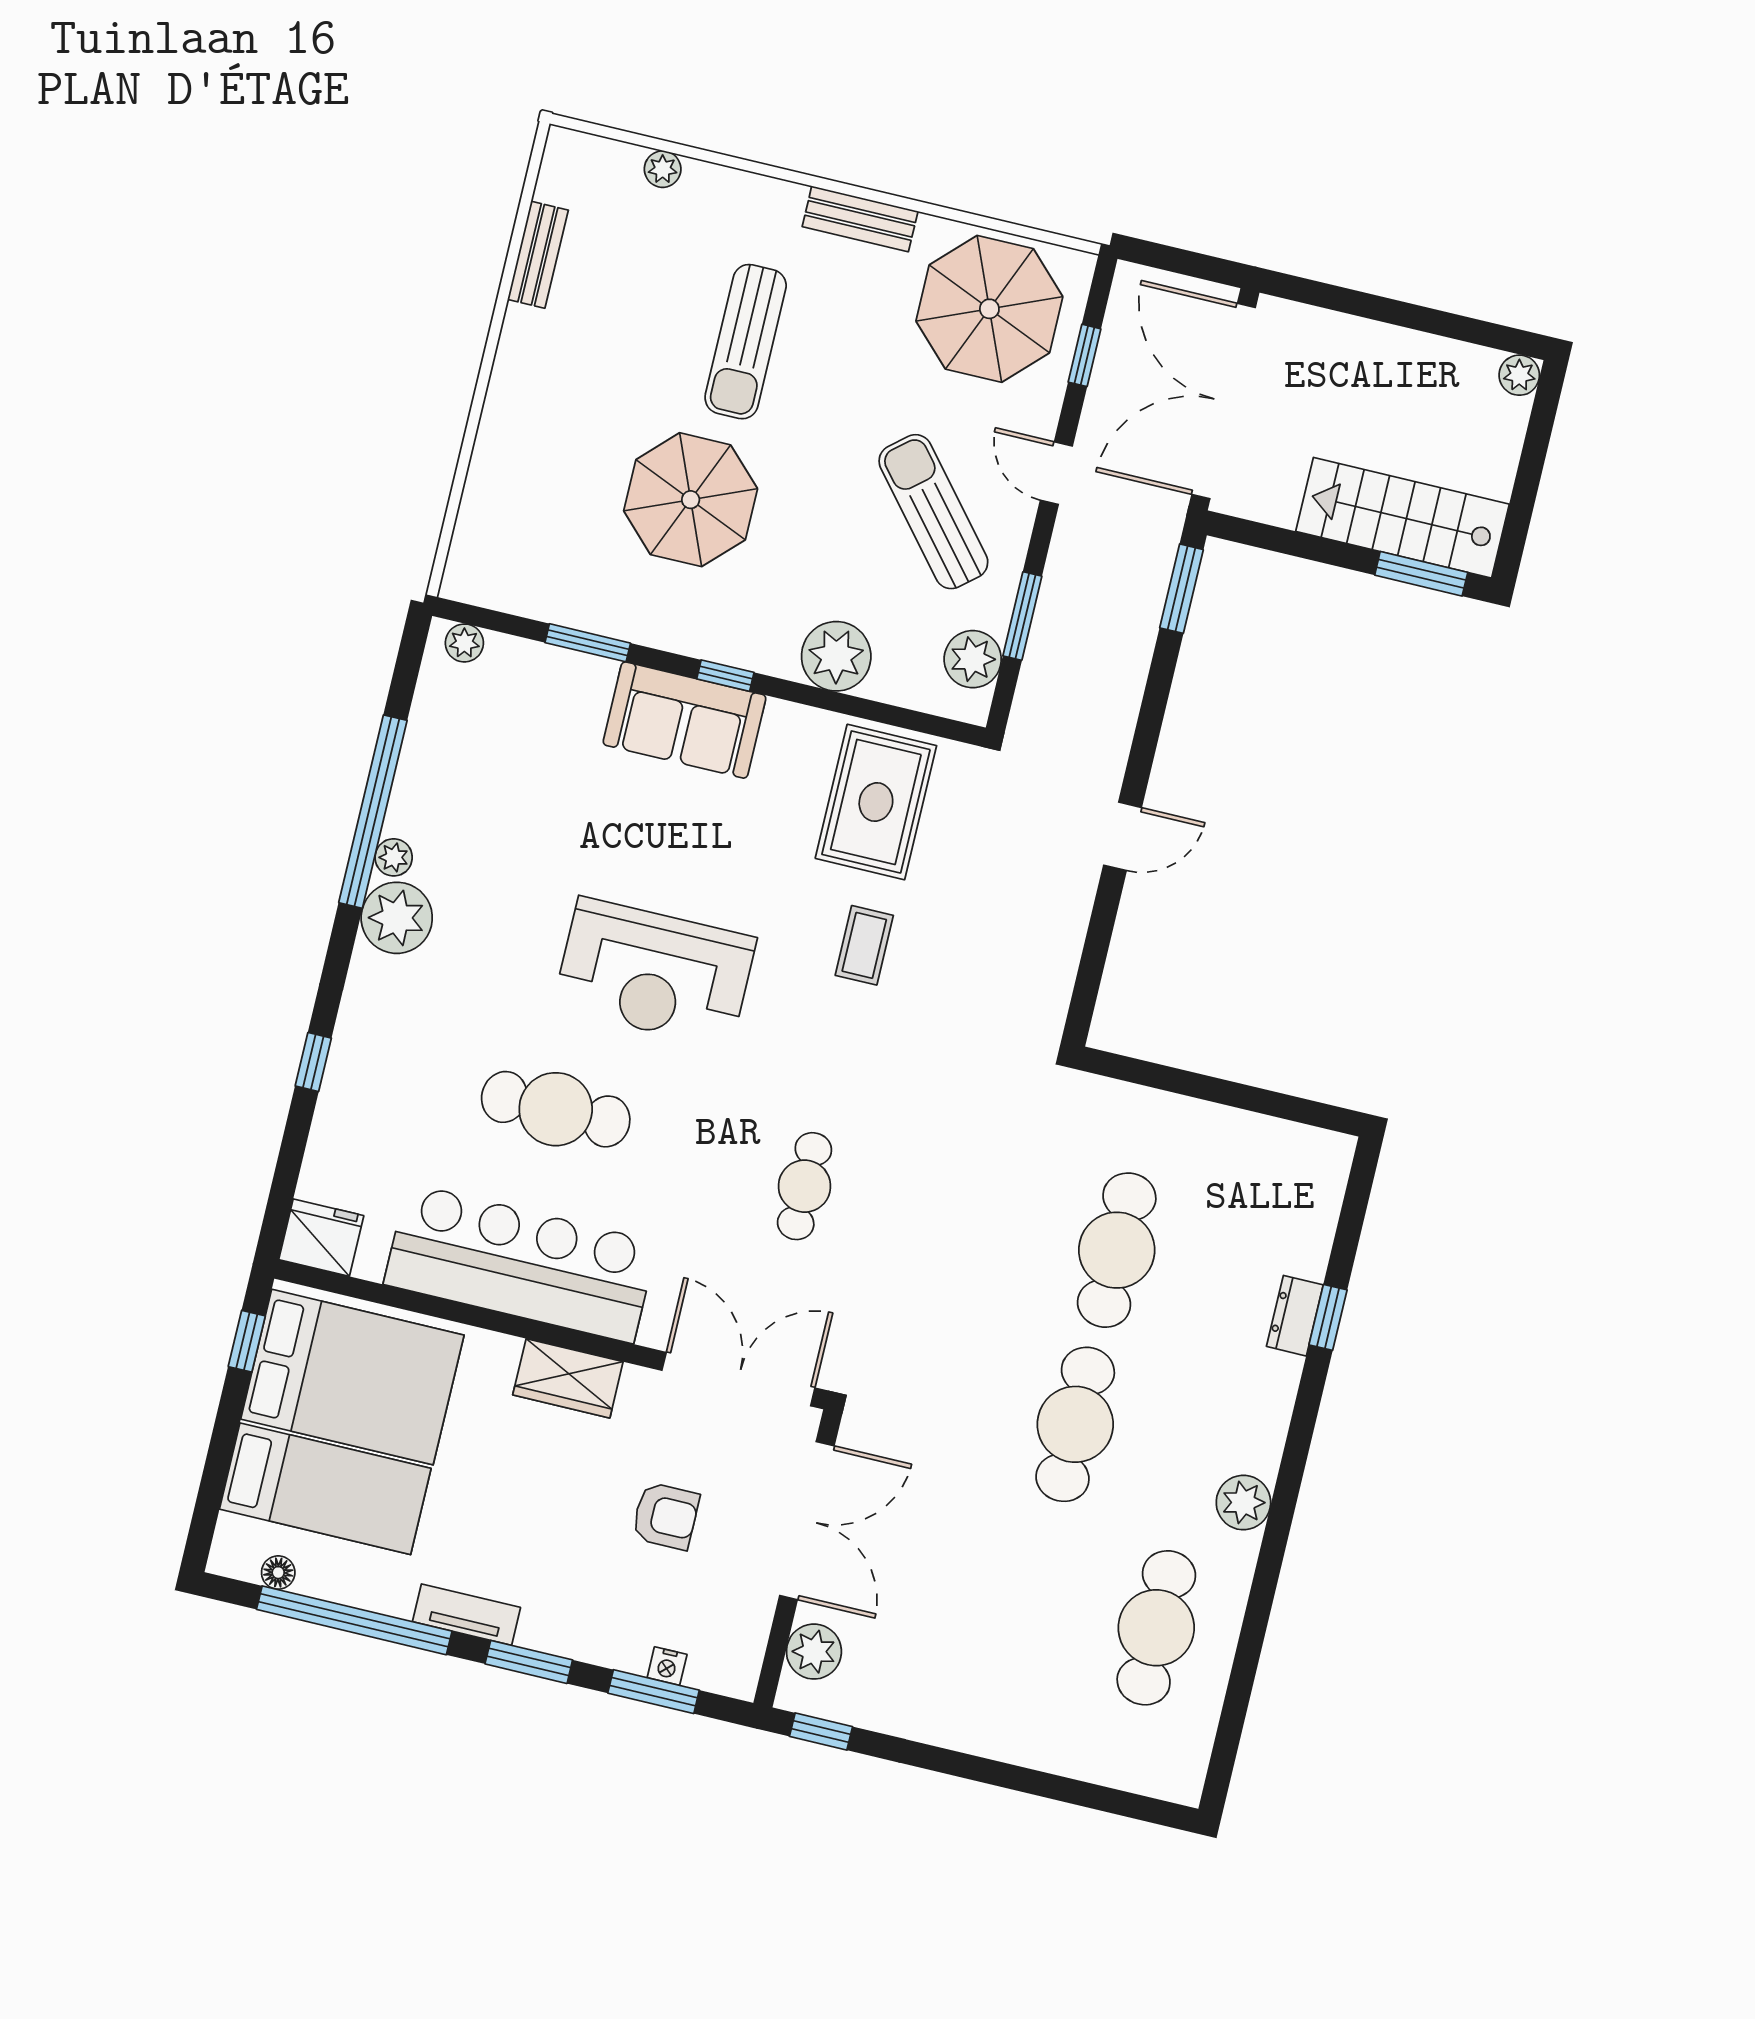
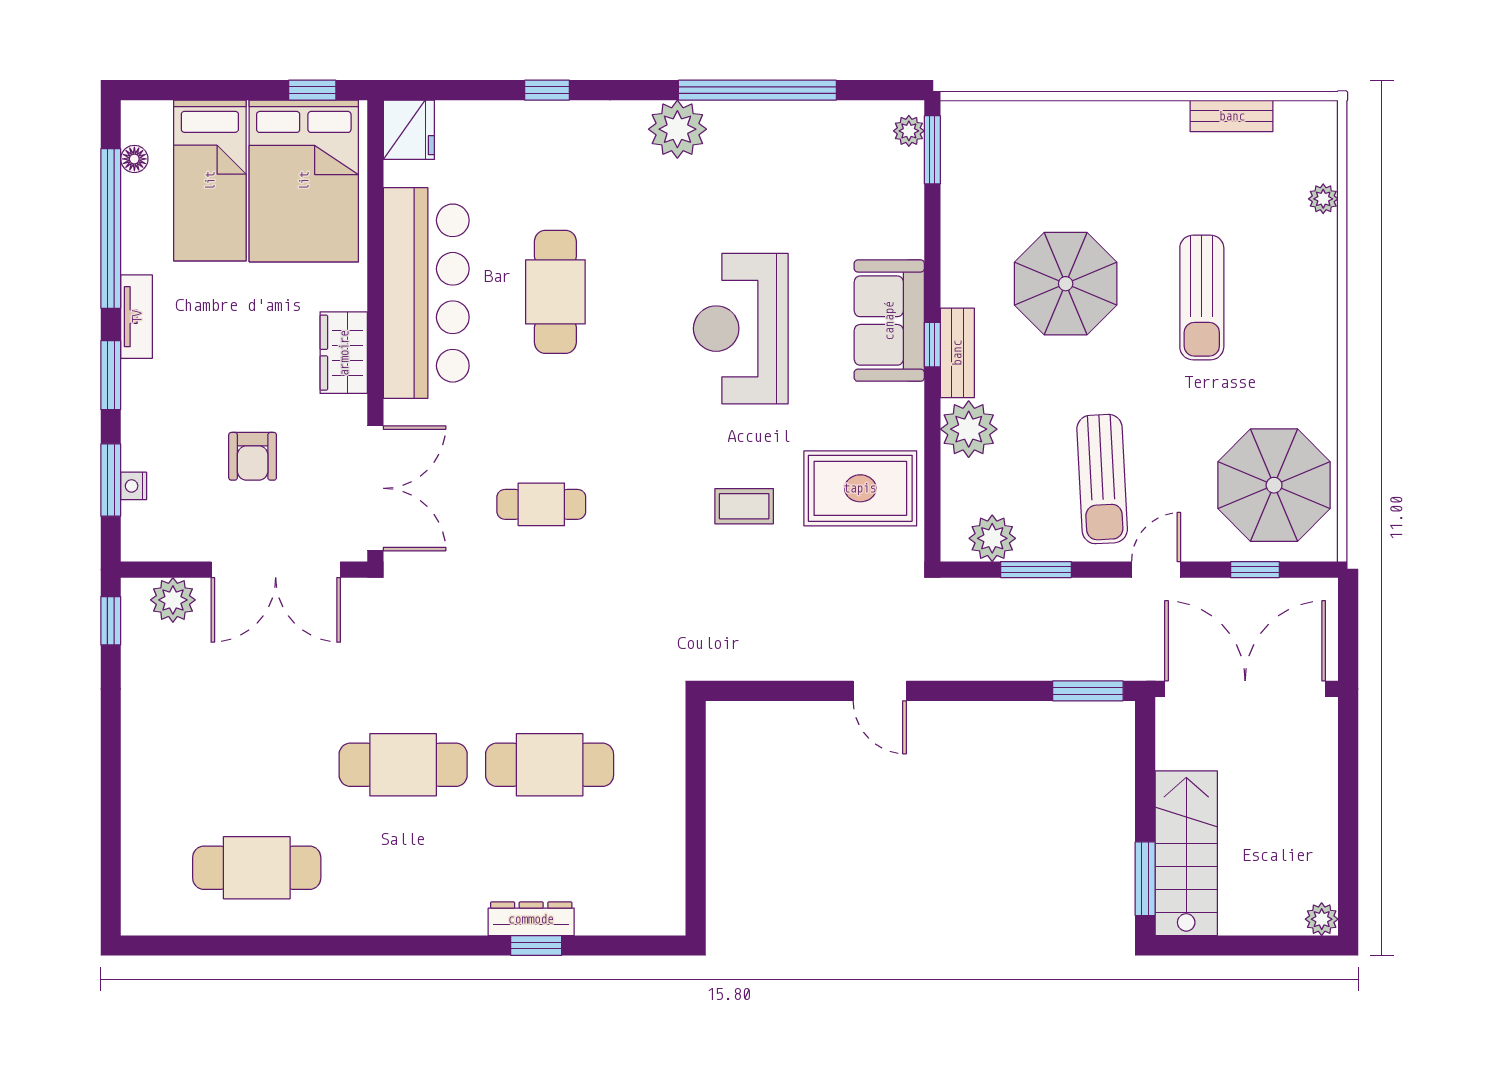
bench: (860, 219) -> (957, 353), moved
sun lounger: (746, 342) -> (1202, 297), turned -90
sun lounger: (933, 512) -> (1102, 479), turned 127
window: (588, 643) -> (932, 150), moved
plant: (394, 857) -> (725, 115), removed
reception desk: (655, 973) -> (741, 329), moved
dresser: (1295, 1316) -> (531, 919), width x1.44
plant: (1243, 1503) -> (373, 913), removed

